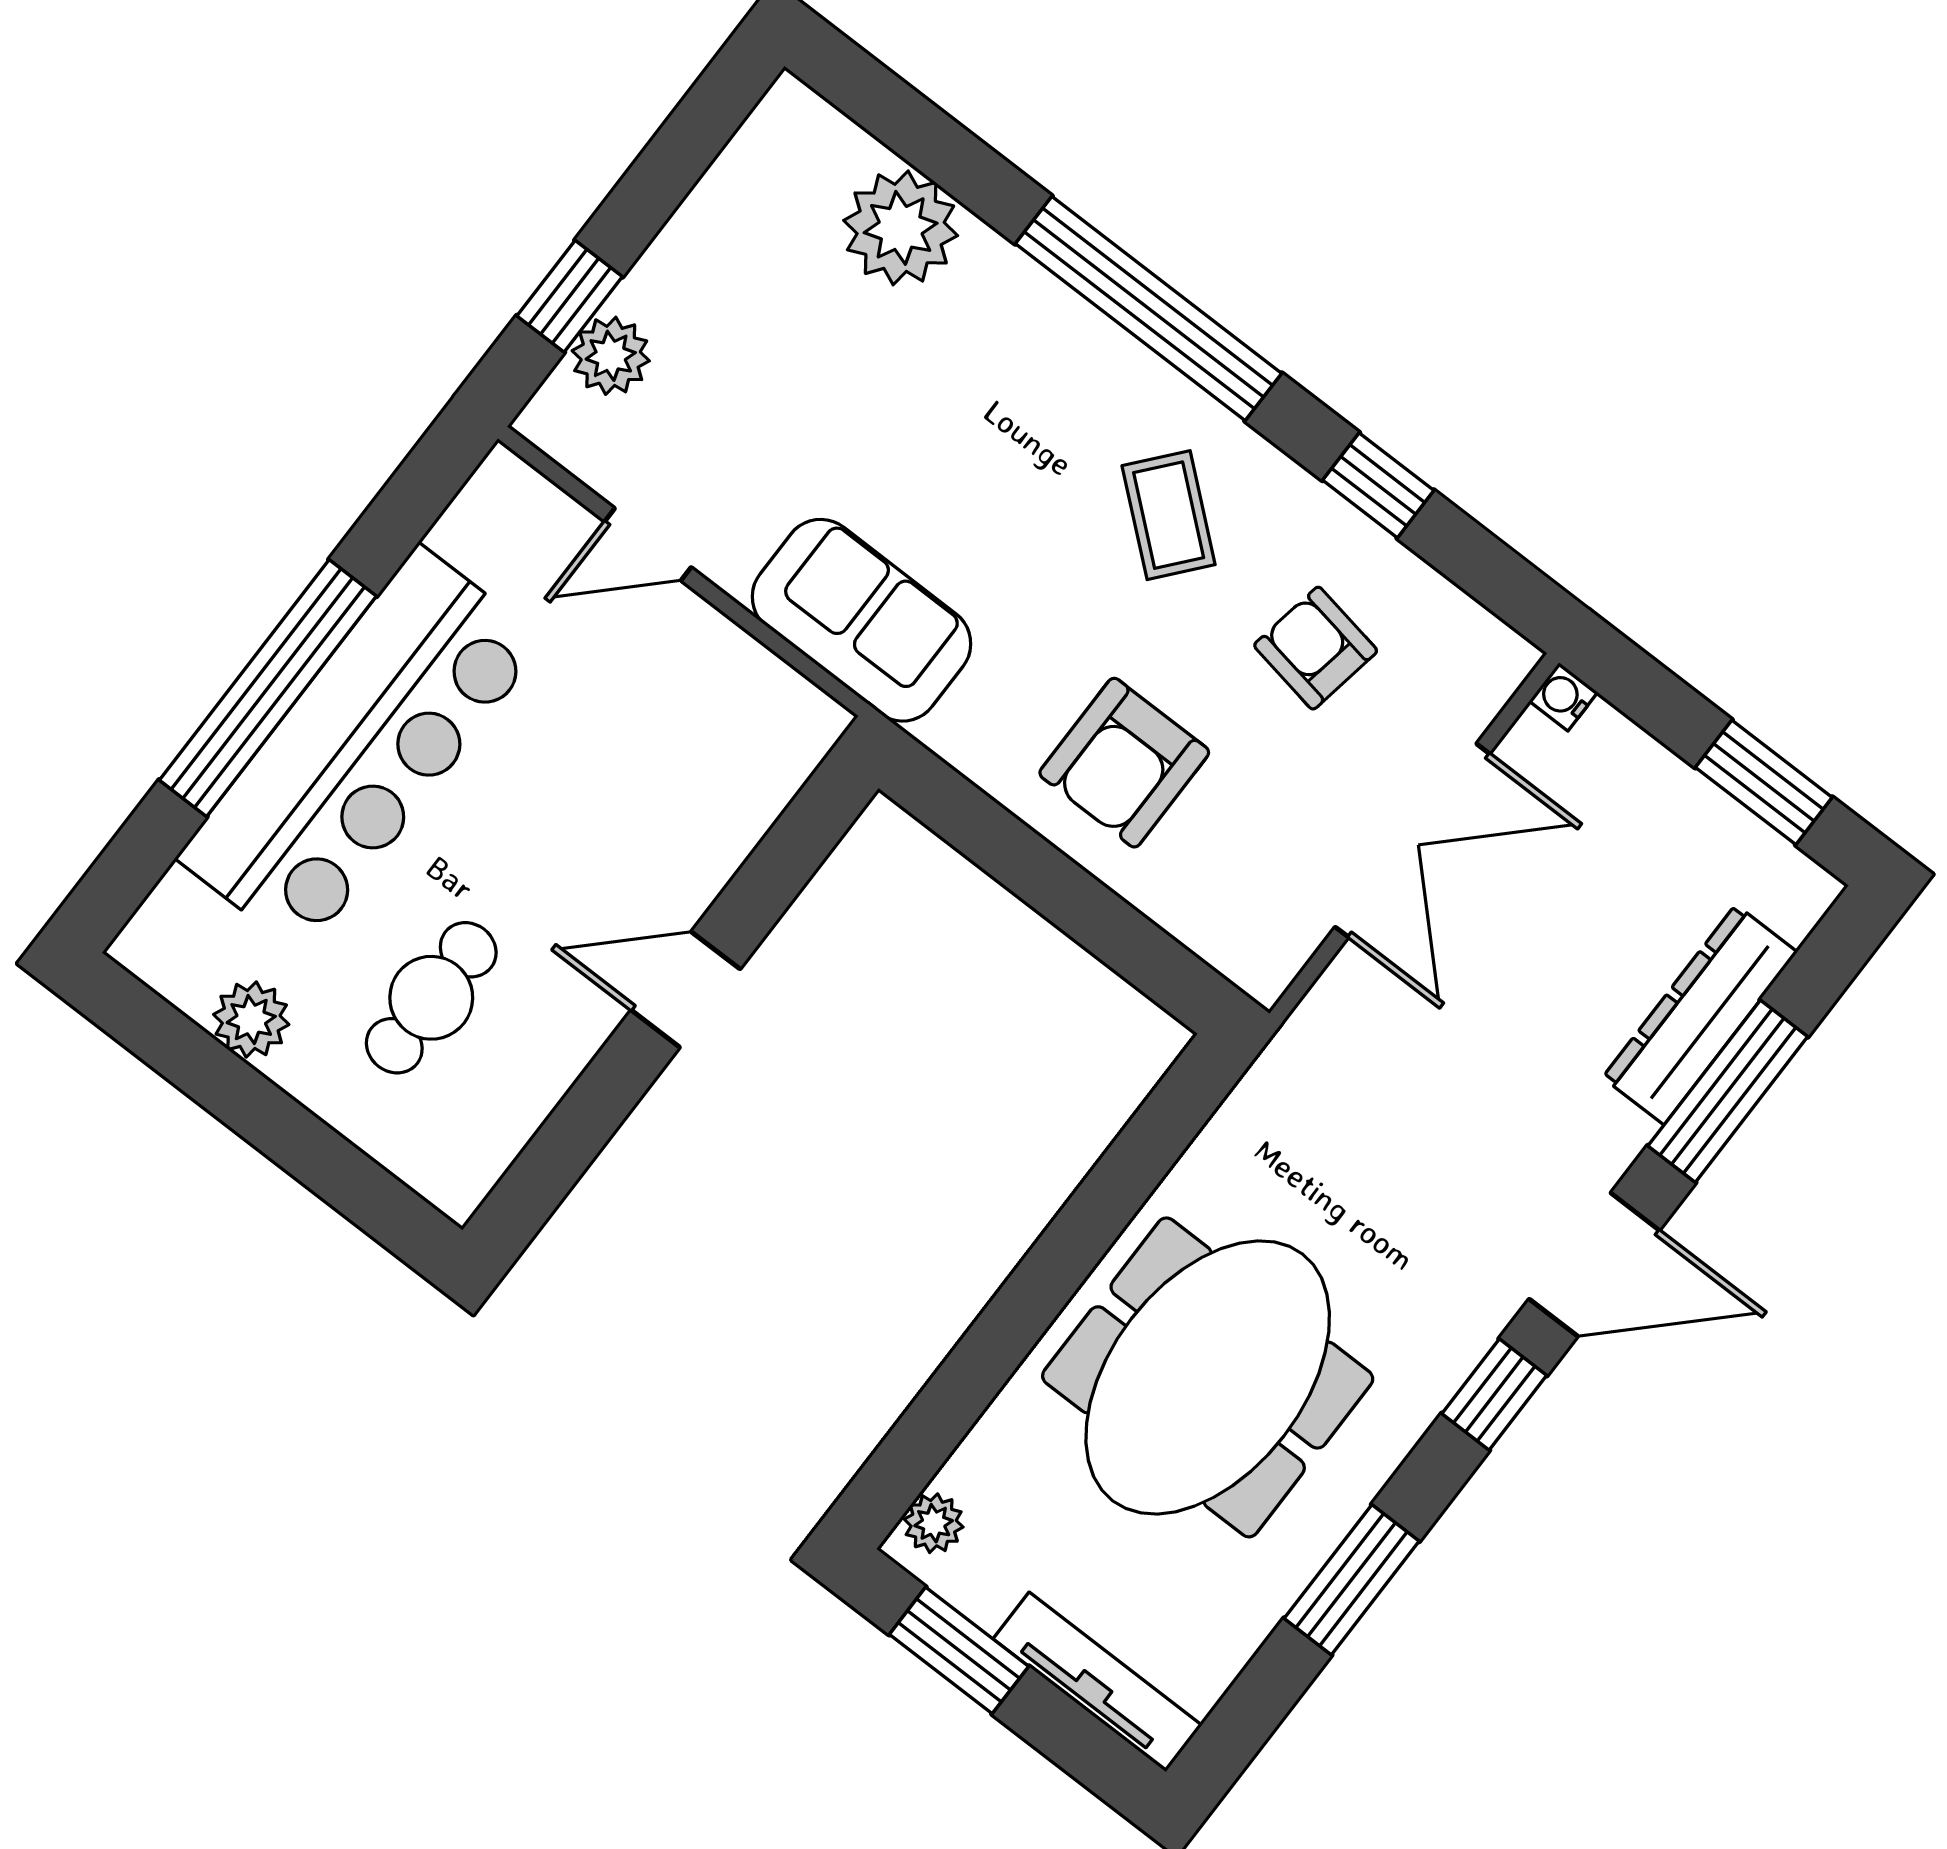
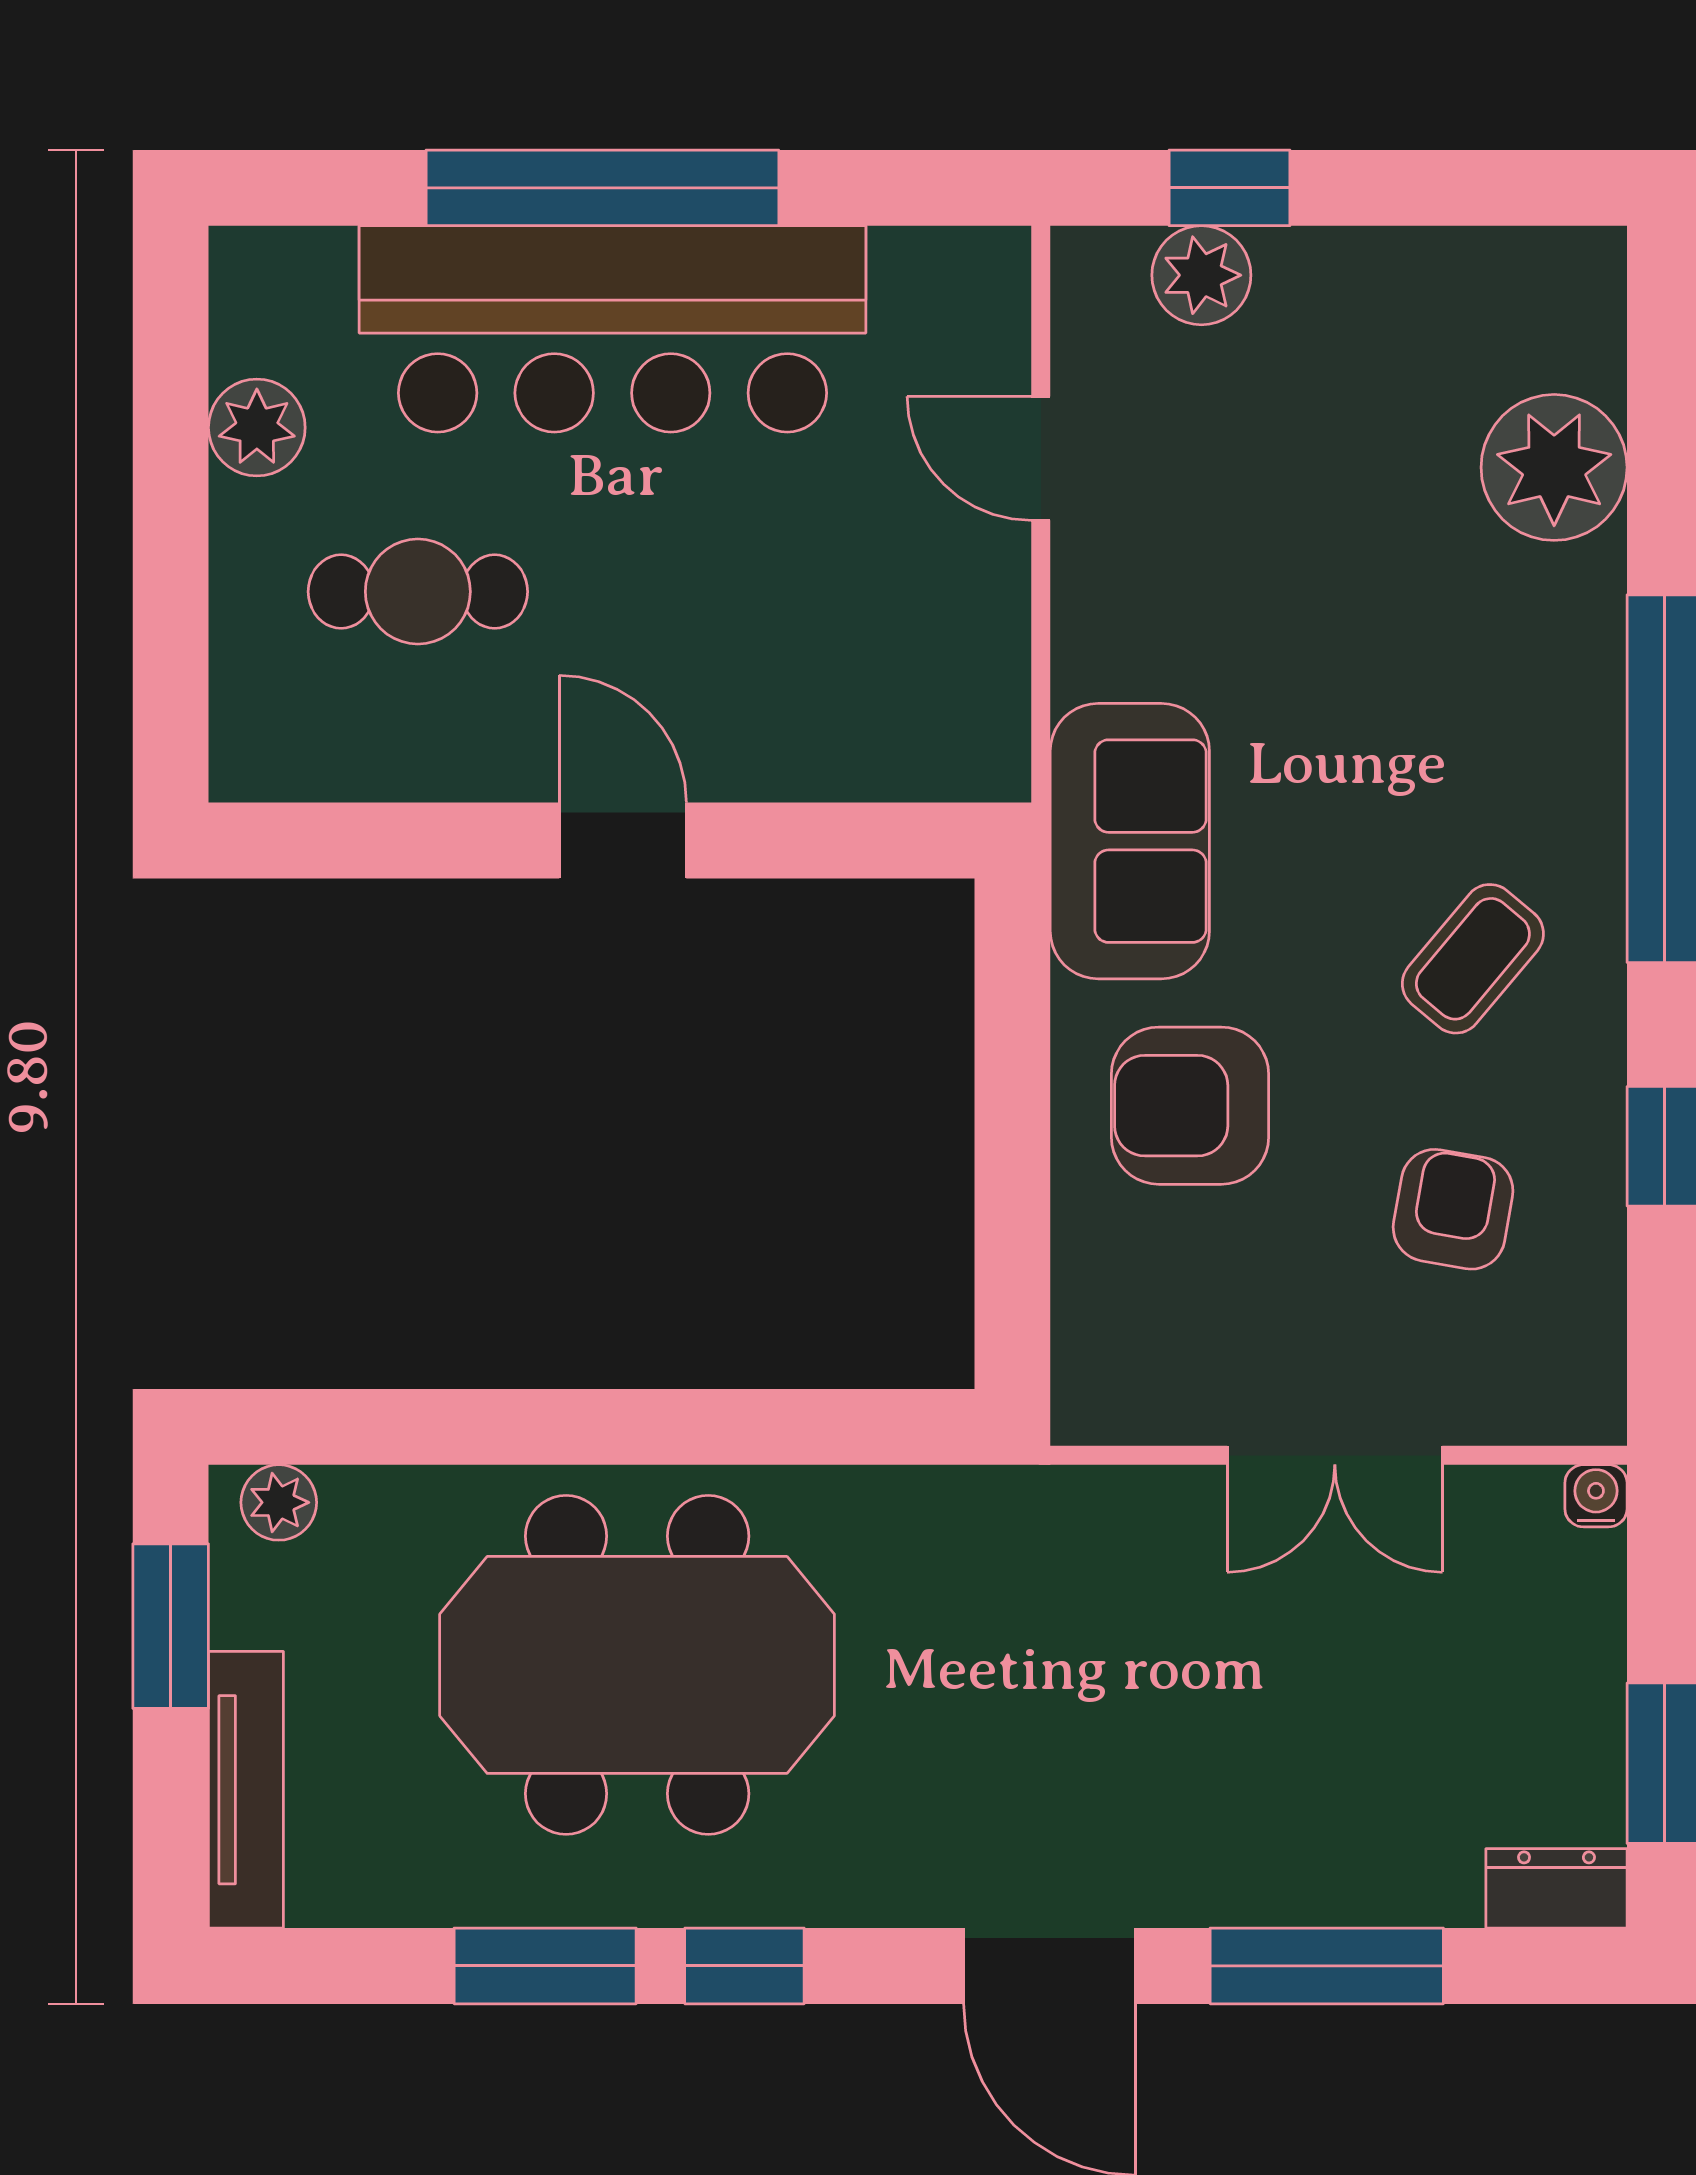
sofa: (861, 620) -> (1130, 841), moved
double door: (1412, 840) -> (1335, 1455), width x0.73
dresser: (1700, 1015) -> (1556, 1888), moved, width x0.51, depth x0.80
window: (1494, 1394) -> (744, 1966), moved

